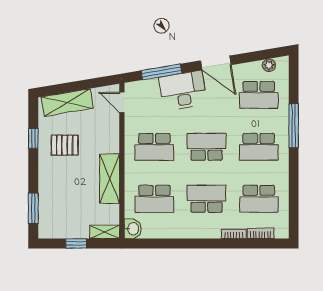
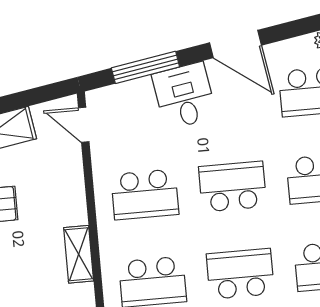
desk: (183, 91) -> (184, 96), width x0.73
shelving: (110, 179) -> (79, 254), width x0.67, depth x0.75

